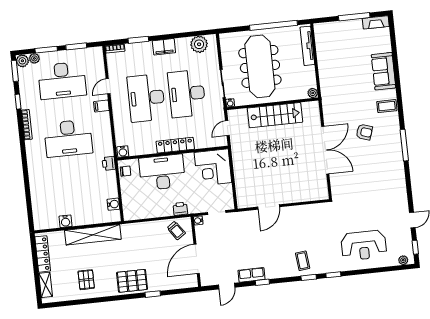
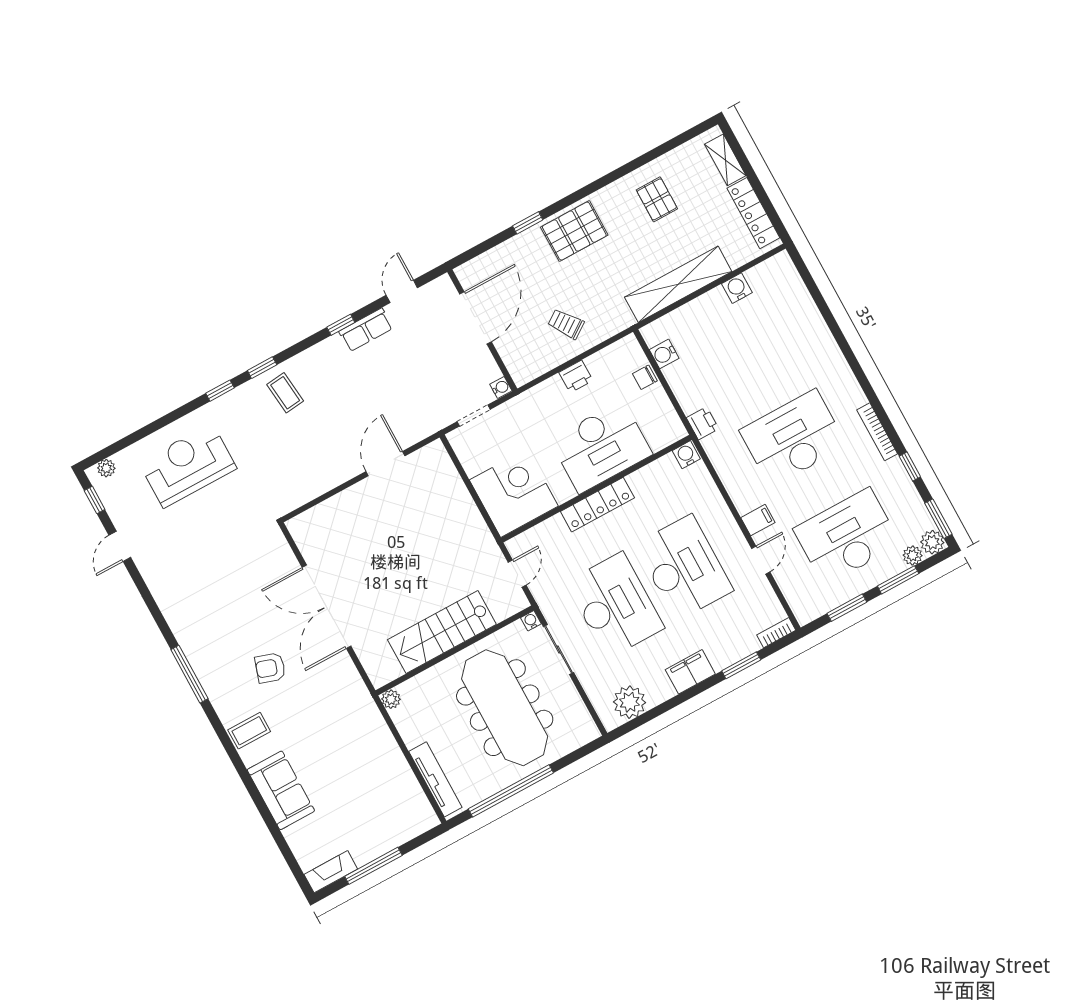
chair: (125, 171) -> (645, 377), moved
printer: (180, 209) -> (576, 376), moved
trolley: (176, 230) -> (566, 324), moved

